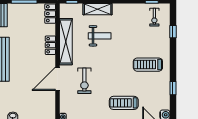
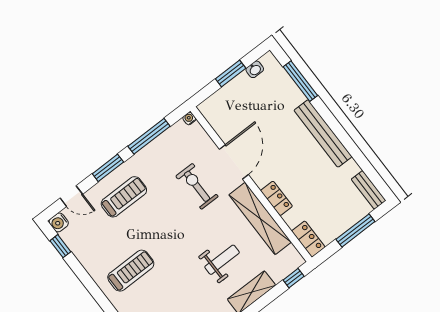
weight bench: (100, 36) -> (222, 260), turned 180
window: (173, 88) -> (60, 246), moved

